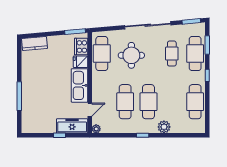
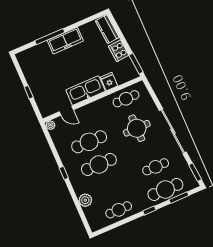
cooker: (81, 47) -> (119, 51), moved, turned -95
cafe table: (102, 54) -> (126, 99), width x0.73, depth x0.74
cafe table: (195, 102) -> (119, 210), width x0.73, depth x0.74
freezer: (72, 126) -> (65, 41), moved, turned 90
plant: (164, 127) -> (85, 200), moved

